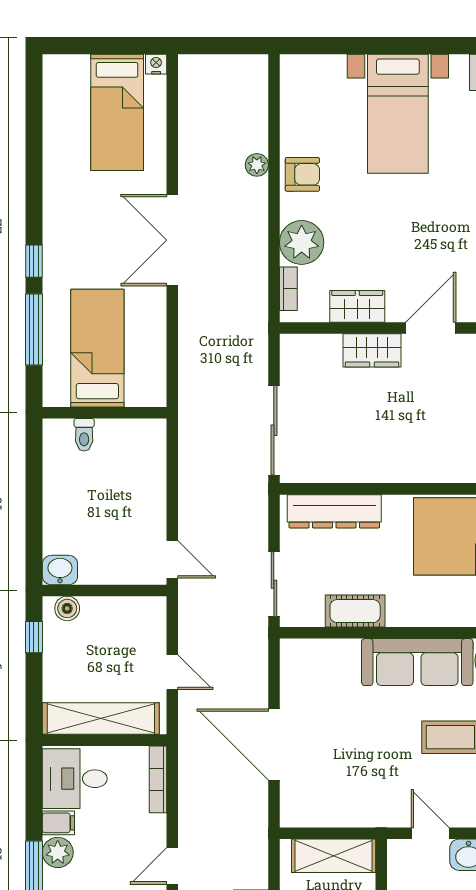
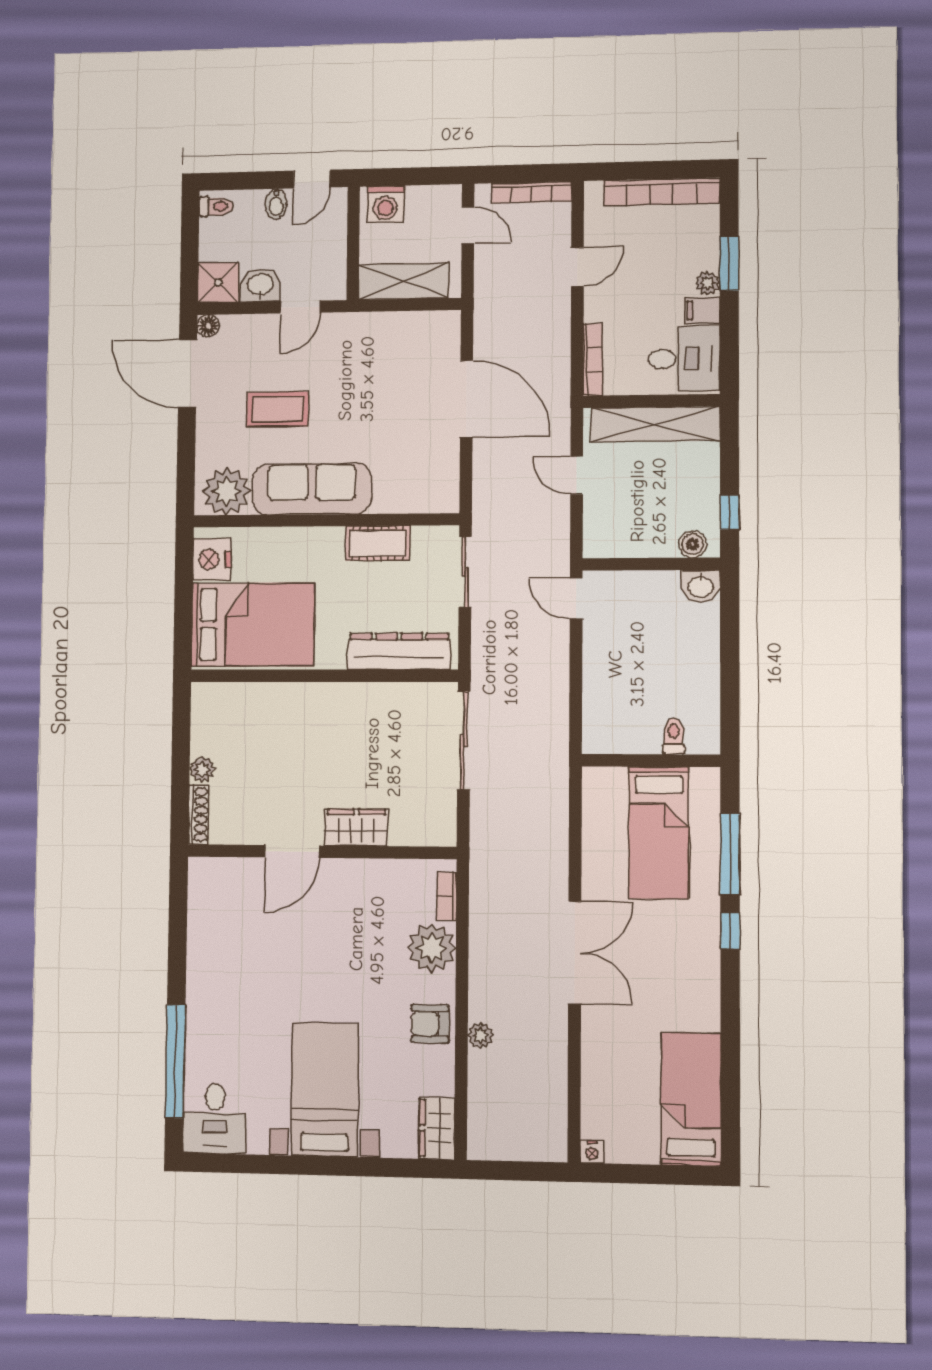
bed: (117, 112) -> (691, 1099), moved
wardrobe: (357, 306) -> (437, 1128), moved, turned 90
door: (430, 833) -> (300, 307), hinge flipped
plant: (58, 852) -> (708, 283), width x0.73, depth x0.73

